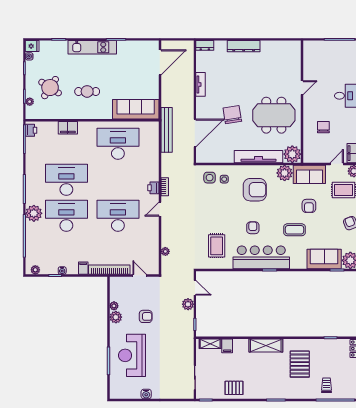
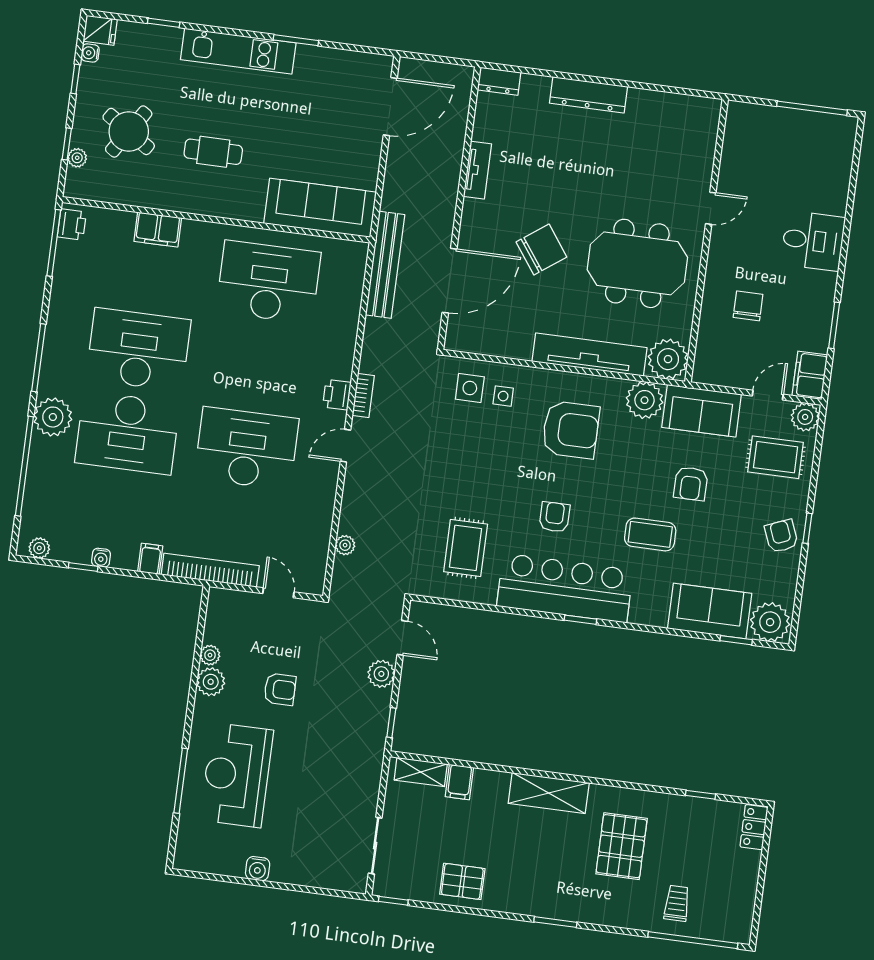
chair: (232, 115) -> (541, 249), turned 63
desk: (66, 216) -> (127, 433), turned 180

